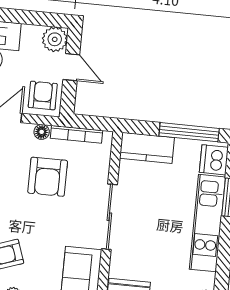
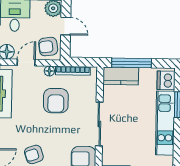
armchair: (43, 95) -> (48, 47), turned -98
window: (189, 132) -> (132, 63), moved

